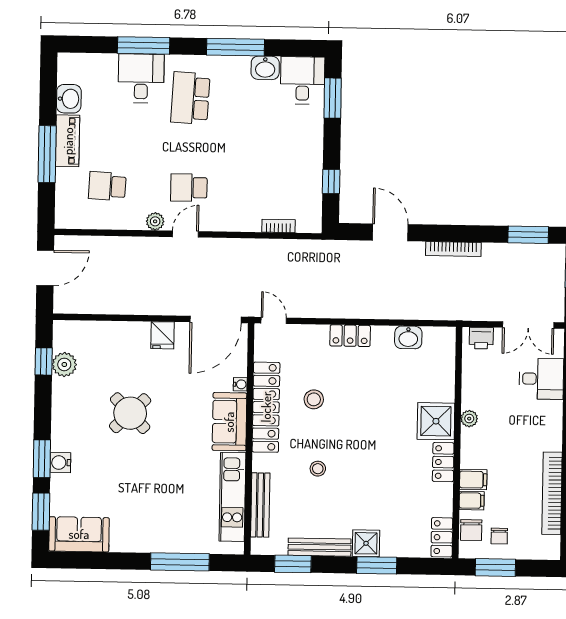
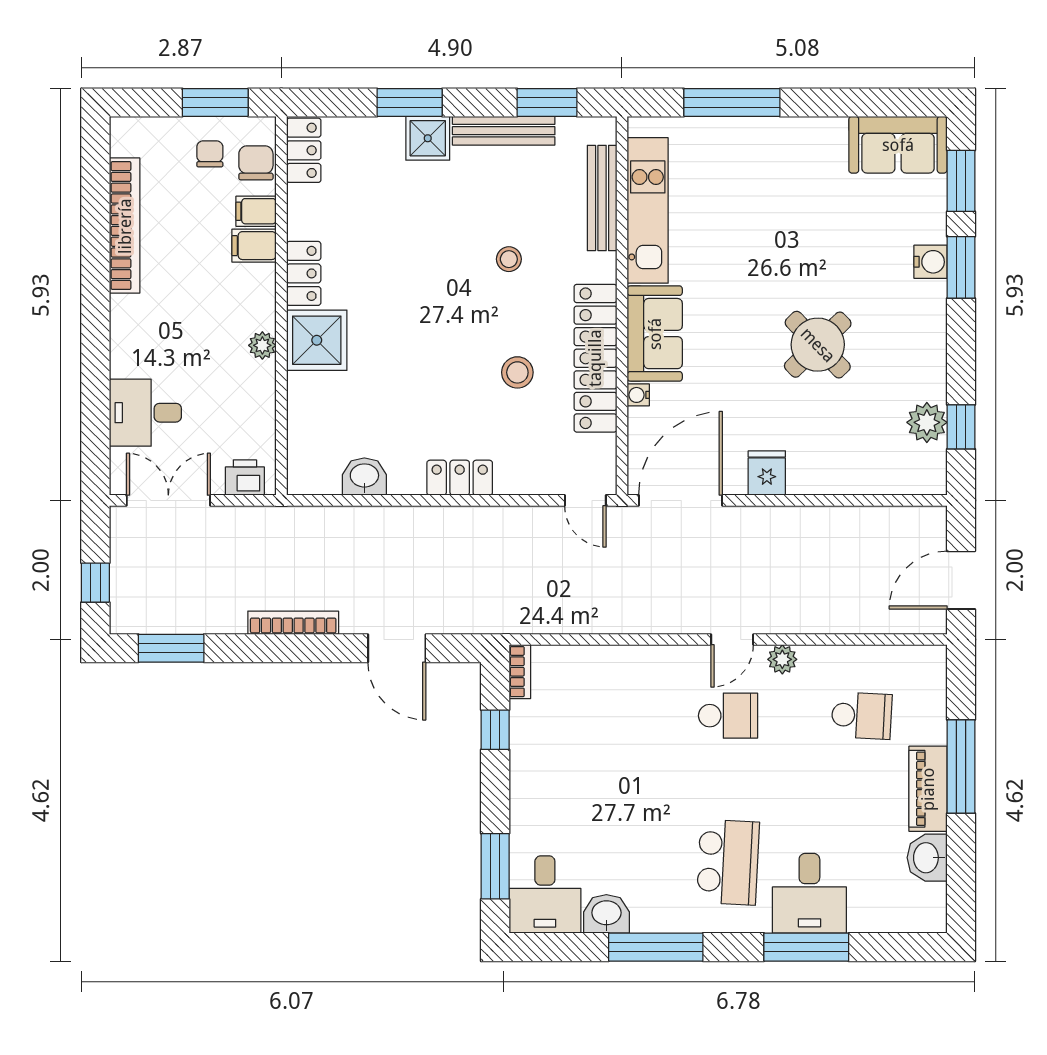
bookcase: (279, 226) -> (520, 672), moved, turned -90

